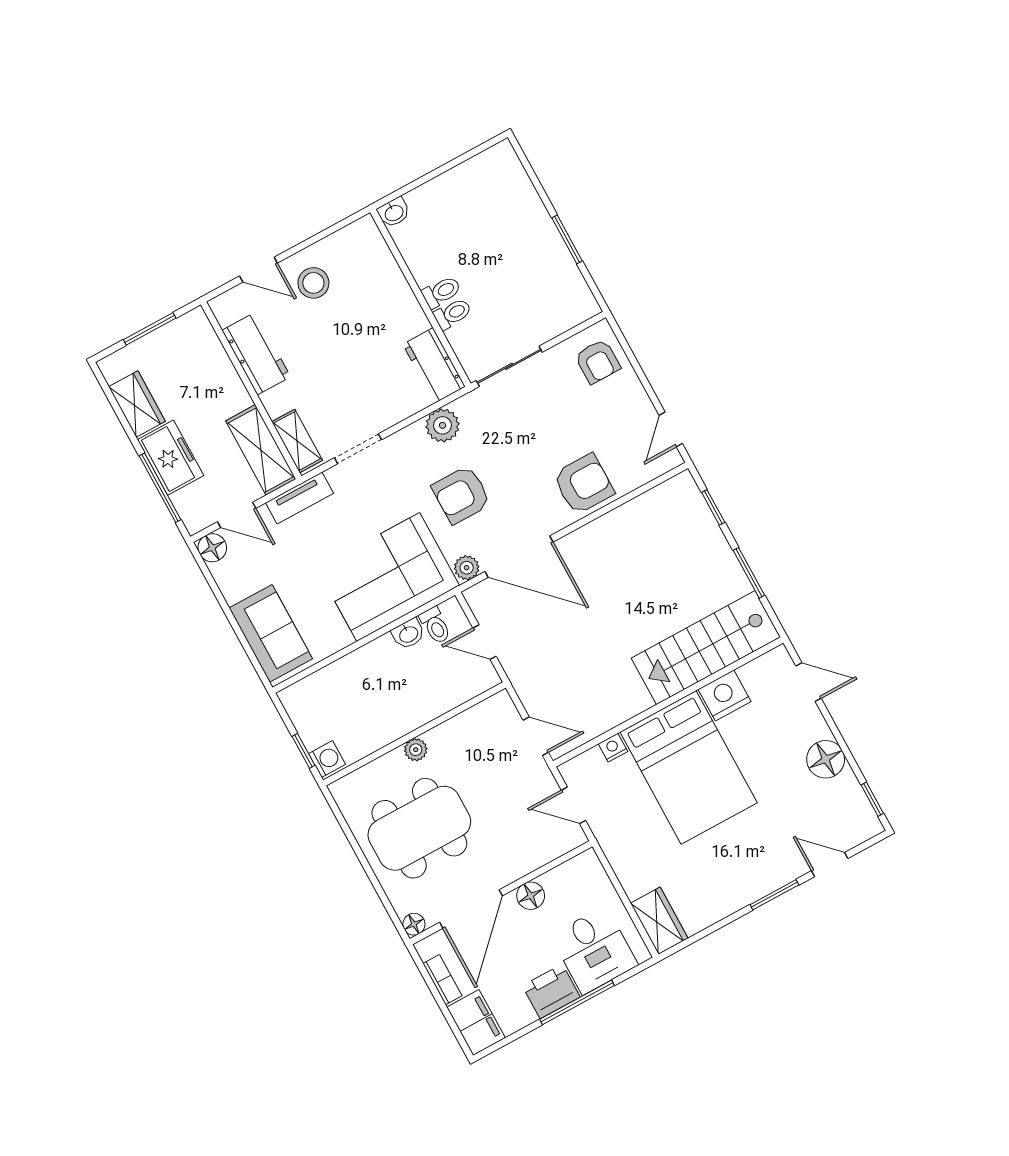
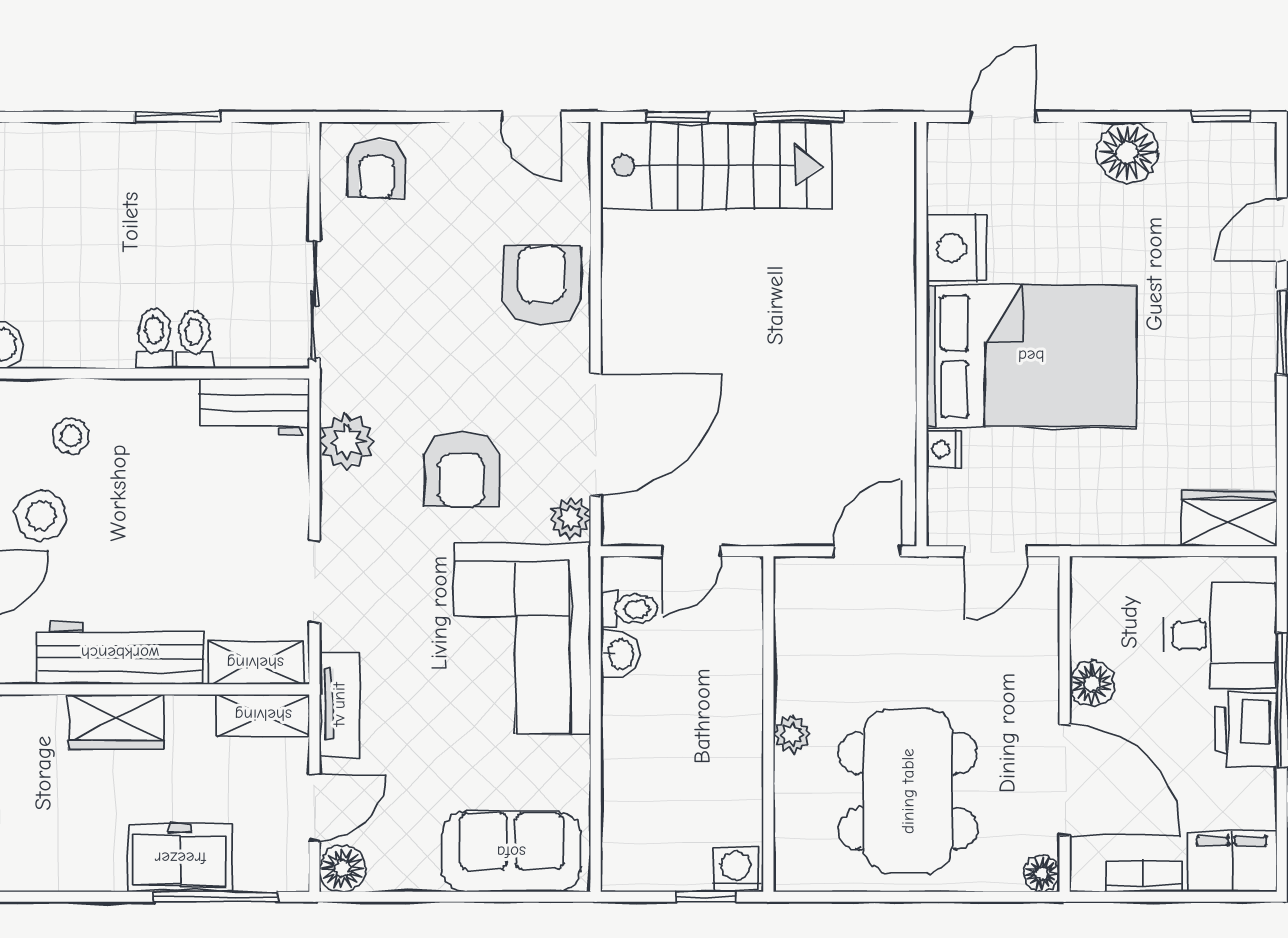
stool: (365, 276) -> (71, 436), added
workbench: (256, 354) -> (120, 653), width x1.38
armchair: (598, 361) -> (377, 169), turned 90
wardrobe: (137, 404) -> (116, 722), moved, turned 180
shelving: (261, 450) -> (263, 715), width x0.67, depth x0.75
stairs: (706, 648) -> (716, 165), moved, turned -90

